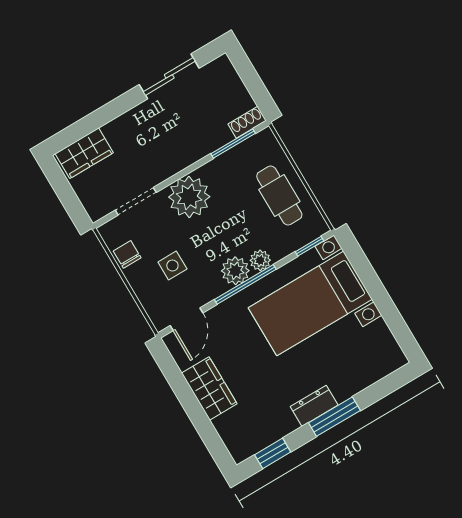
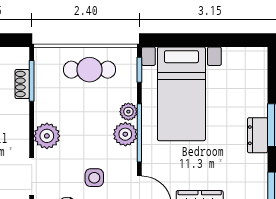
shoe rack: (247, 122) -> (22, 84), moved
plant: (189, 197) -> (47, 136), width x0.73, depth x0.73

